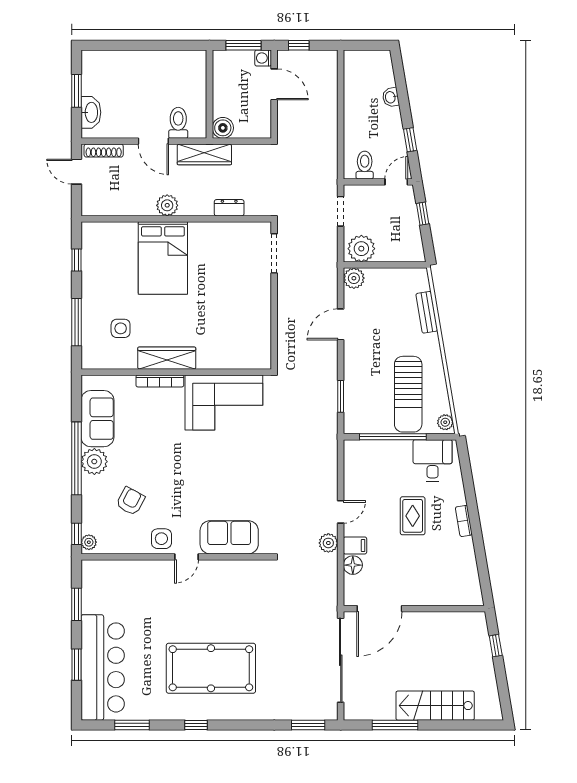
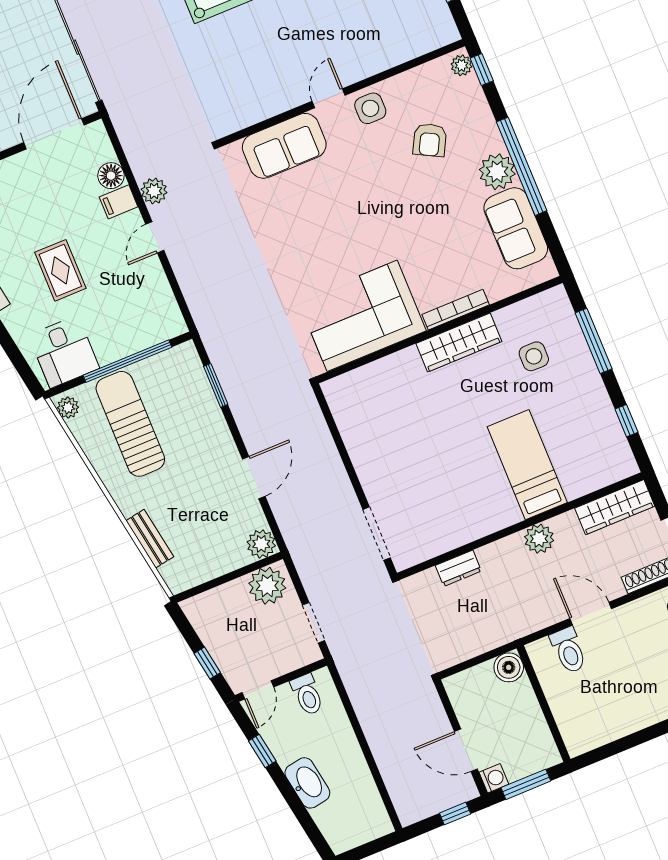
washbasin: (391, 97) -> (307, 783), width x1.91, depth x1.45
wardrobe: (204, 154) -> (615, 507), moved, turned 180
bed: (163, 258) -> (527, 465), width x0.67

